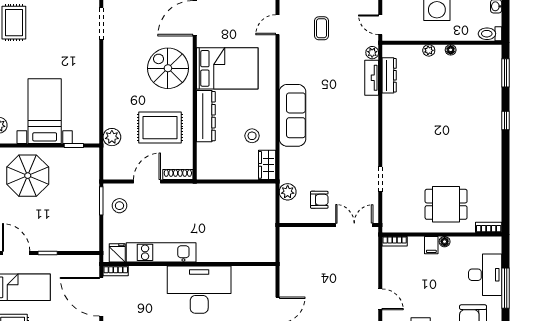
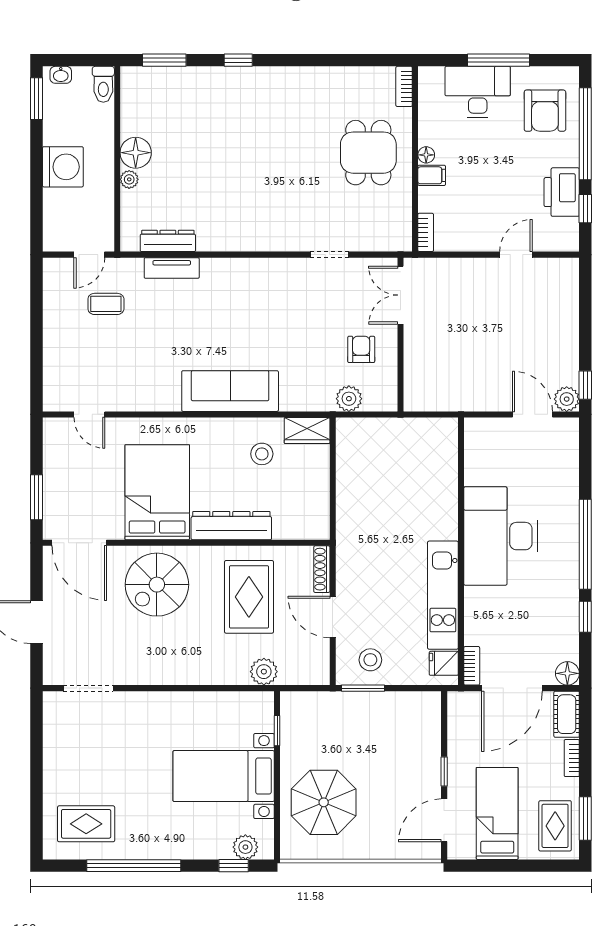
coffee table: (322, 28) -> (106, 304), moved
floor lamp: (451, 50) -> (136, 153), width x1.89, depth x1.89
plant: (372, 53) -> (133, 267), removed

